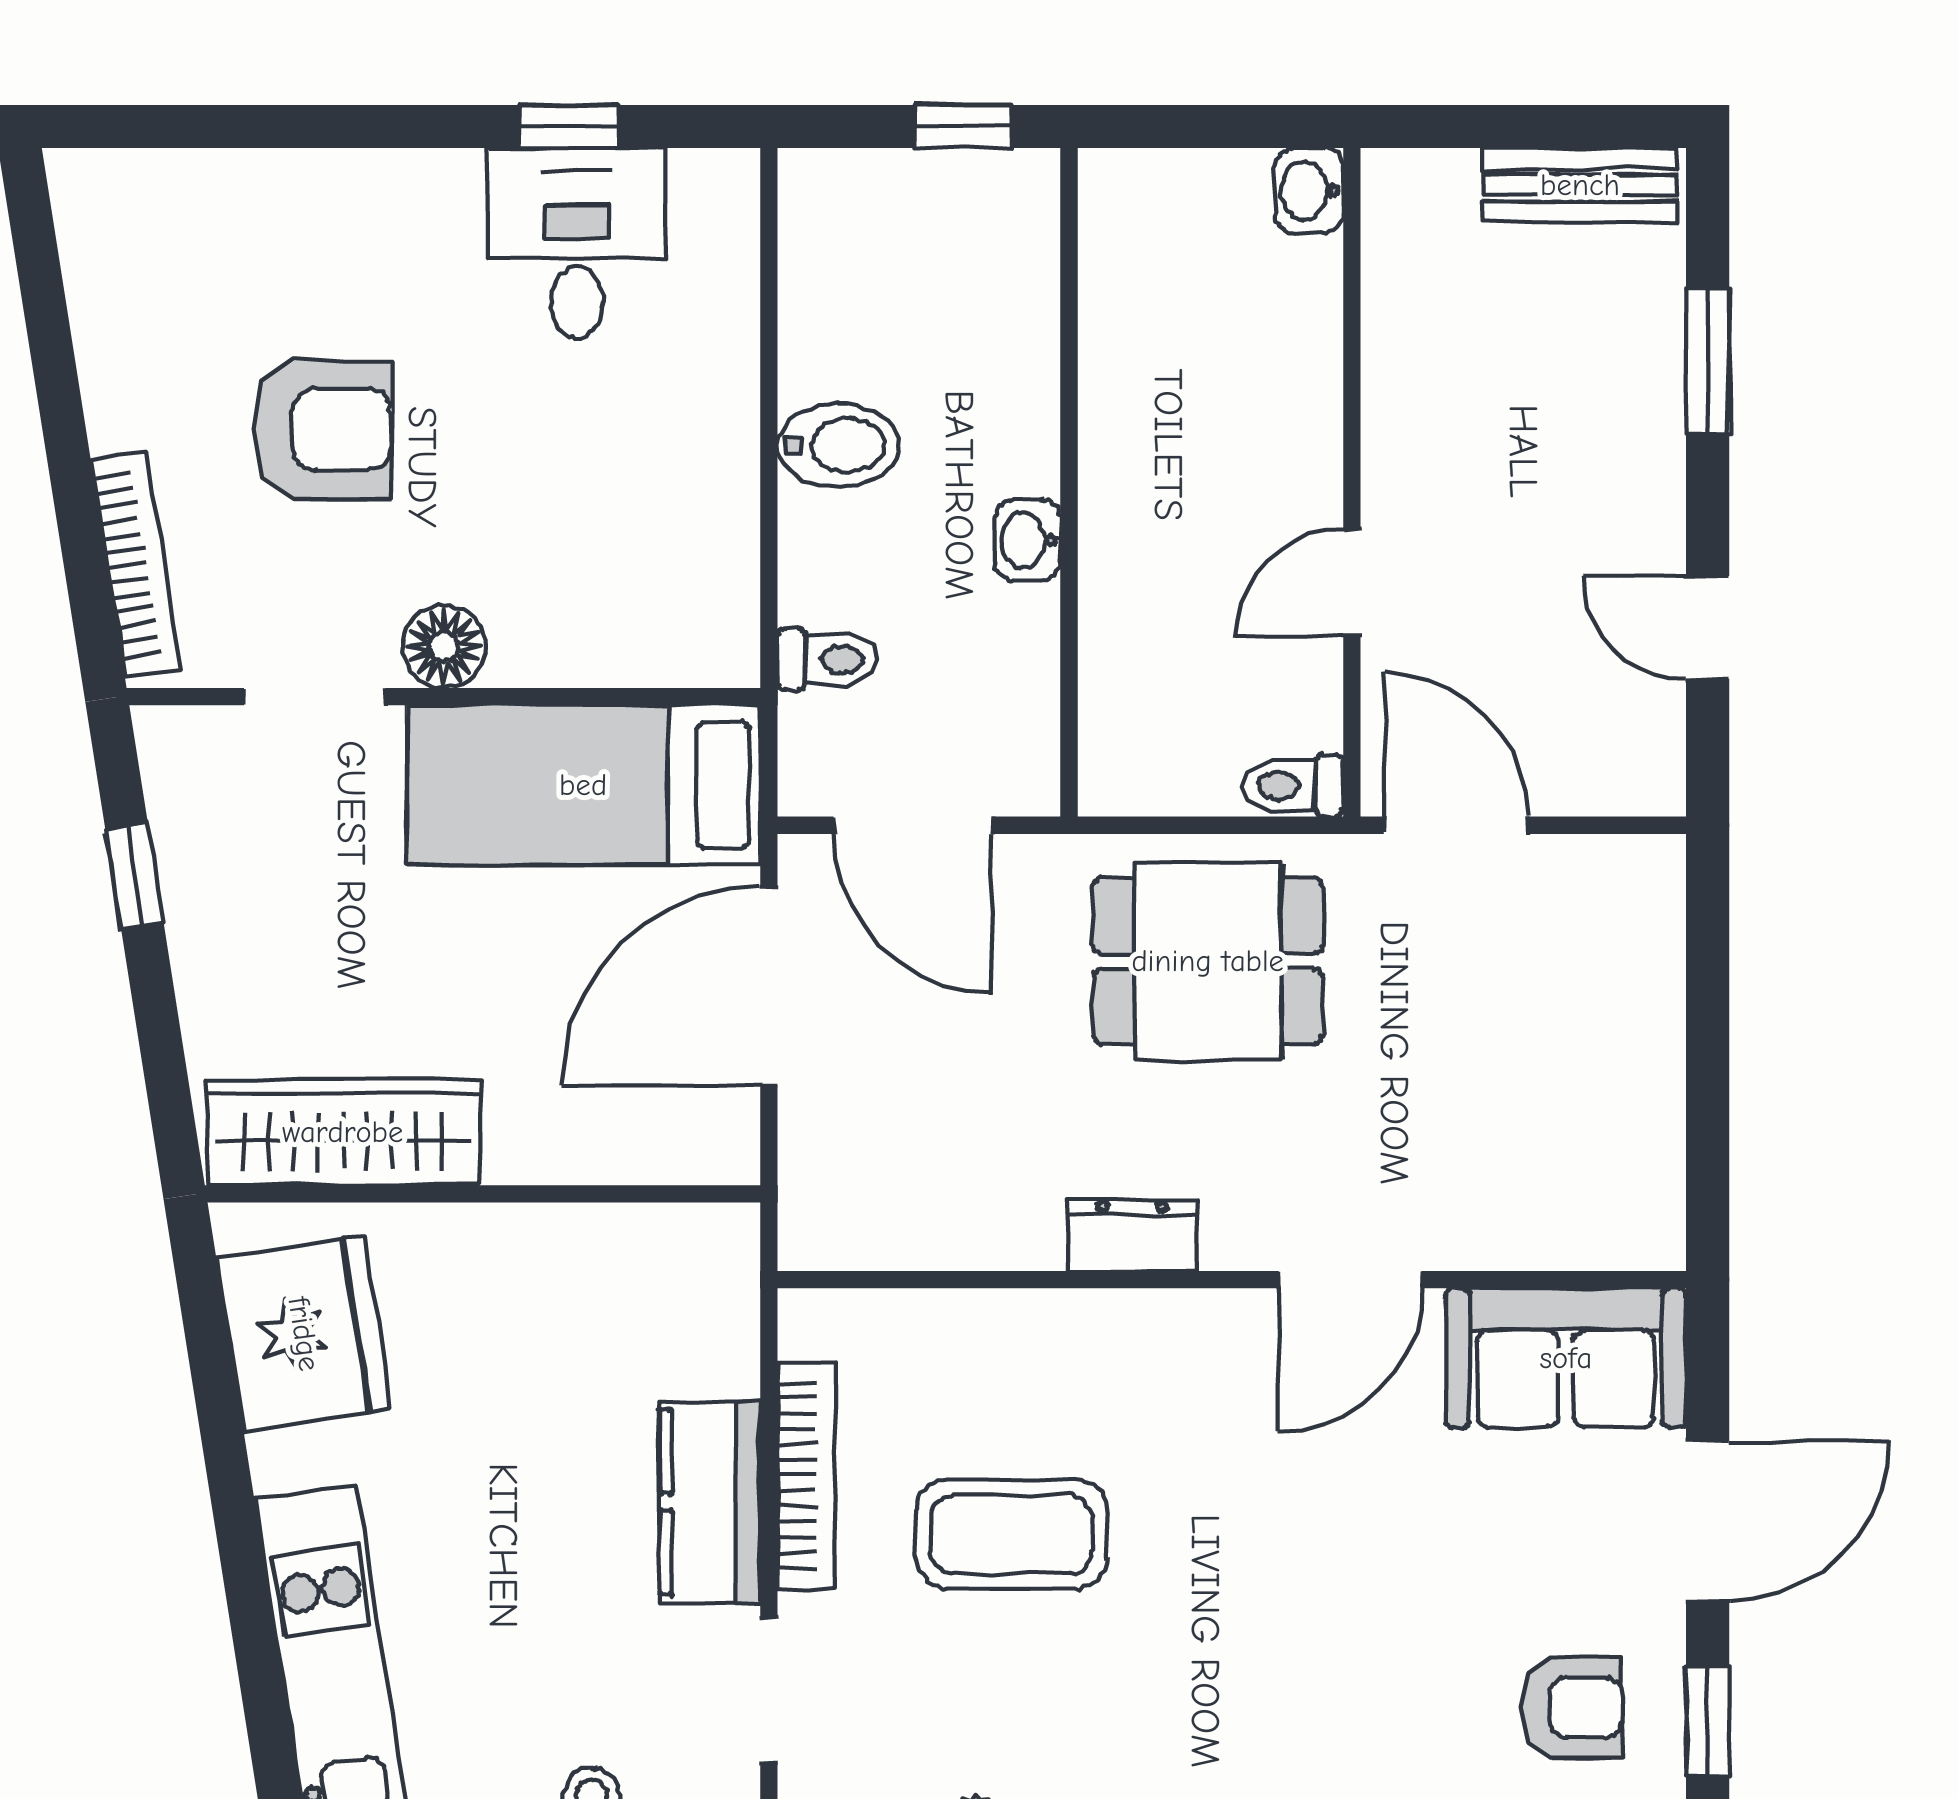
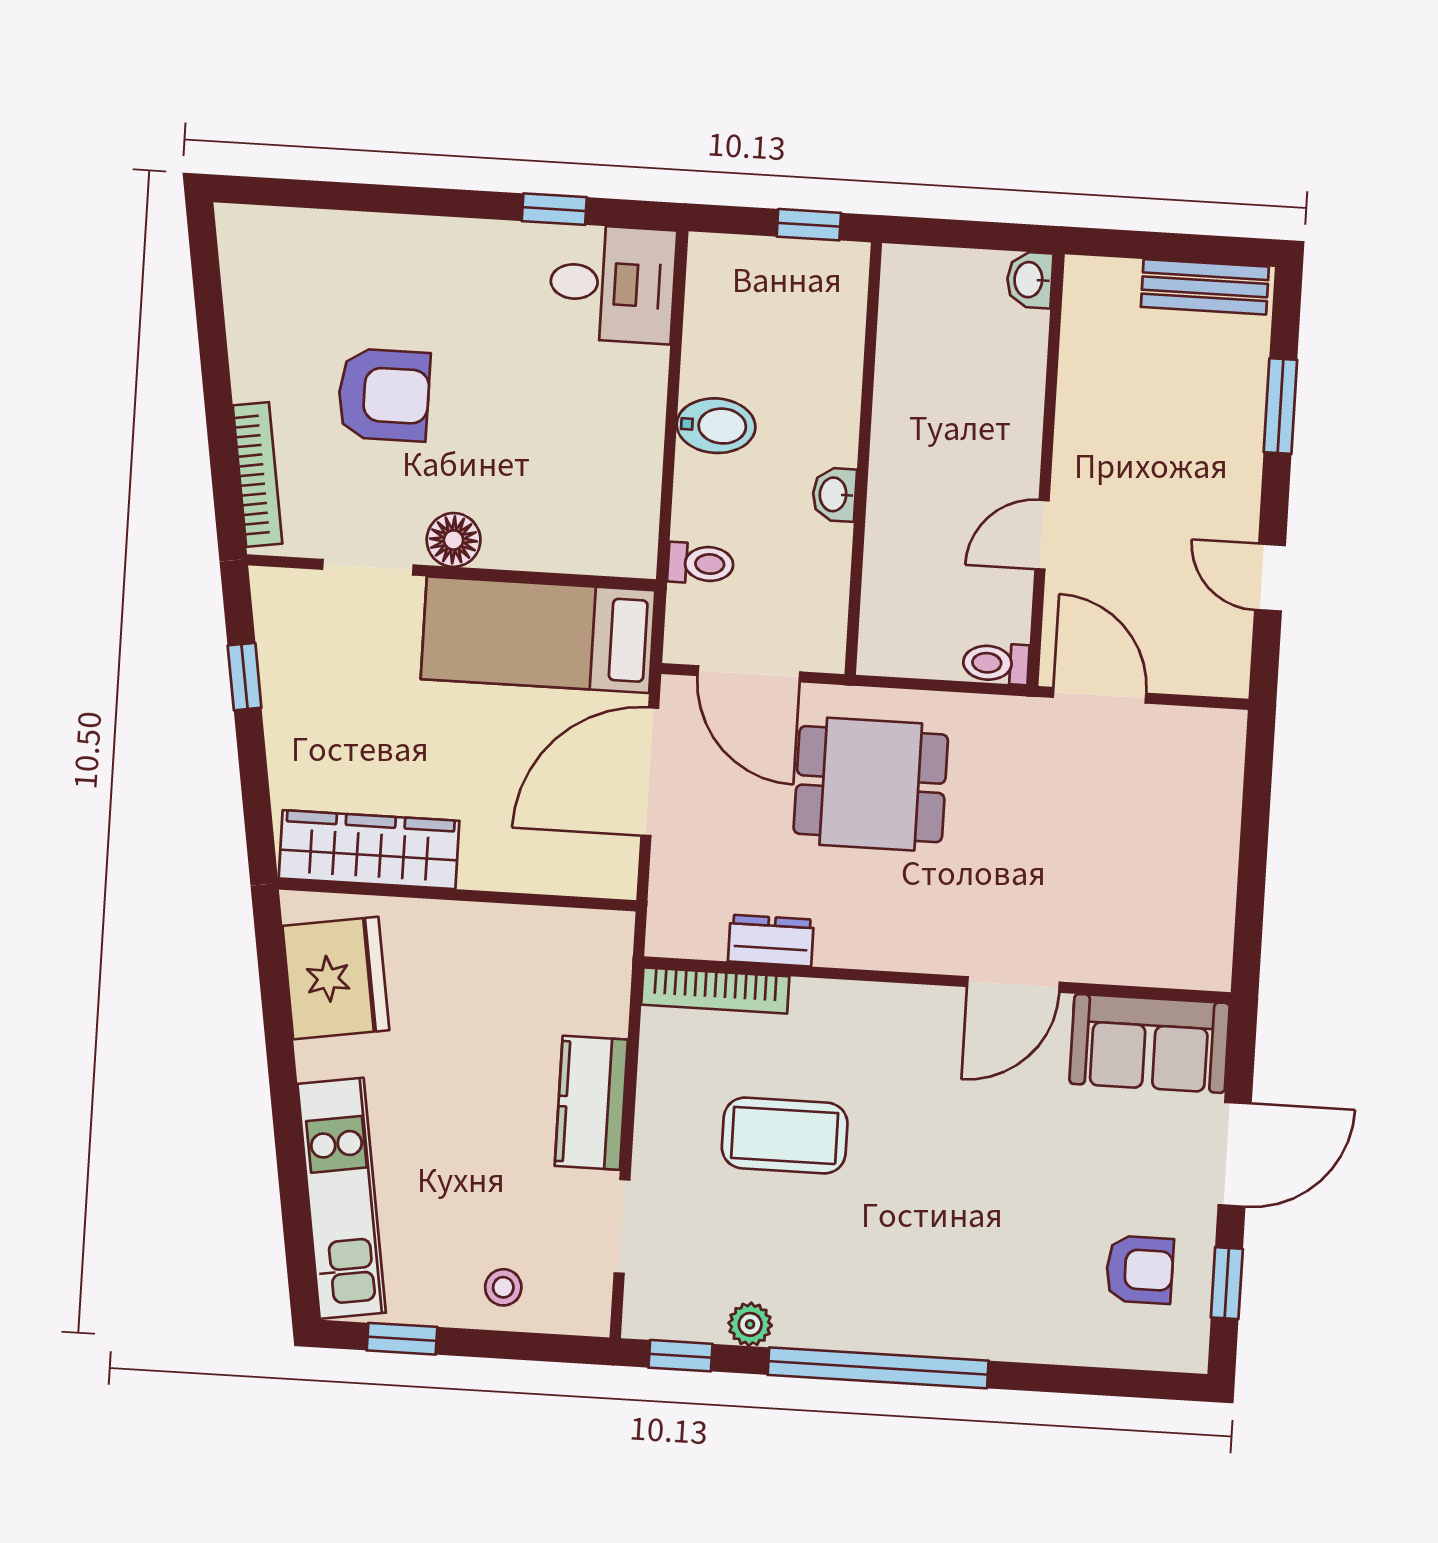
desk: (577, 243) -> (612, 284), moved, turned 90
dining table: (1208, 961) -> (871, 784), moved
dresser: (1132, 1235) -> (771, 941), moved
bookcase: (806, 1475) -> (715, 991), moved, turned 90

